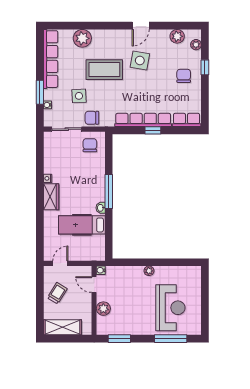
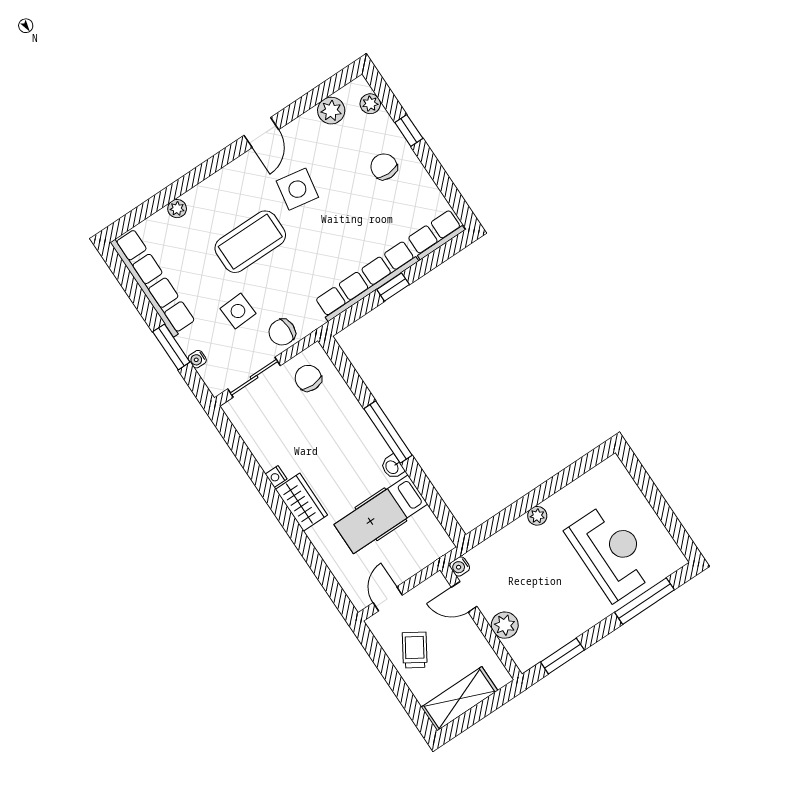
plant: (82, 38) -> (177, 209), width x0.53, depth x0.53

